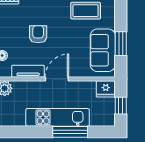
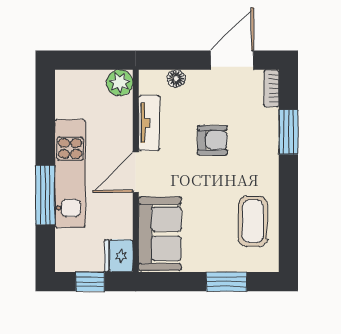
window: (121, 44) -> (227, 282), moved
sofa: (103, 50) -> (160, 234), moved, turned 90
door: (57, 79) -> (136, 172), swing flipped

